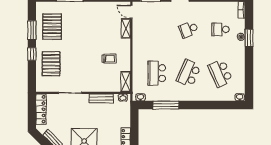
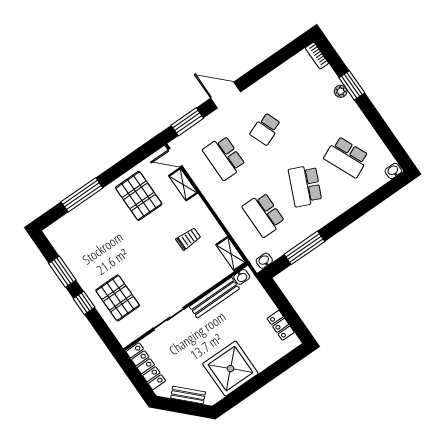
pallet: (52, 27) -> (139, 196), moved
school desk: (221, 29) -> (224, 158), moved, width x1.85
bench: (101, 98) -> (214, 298), width x1.36

